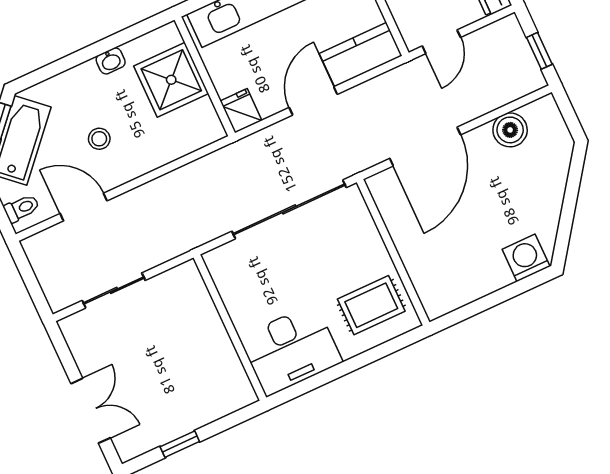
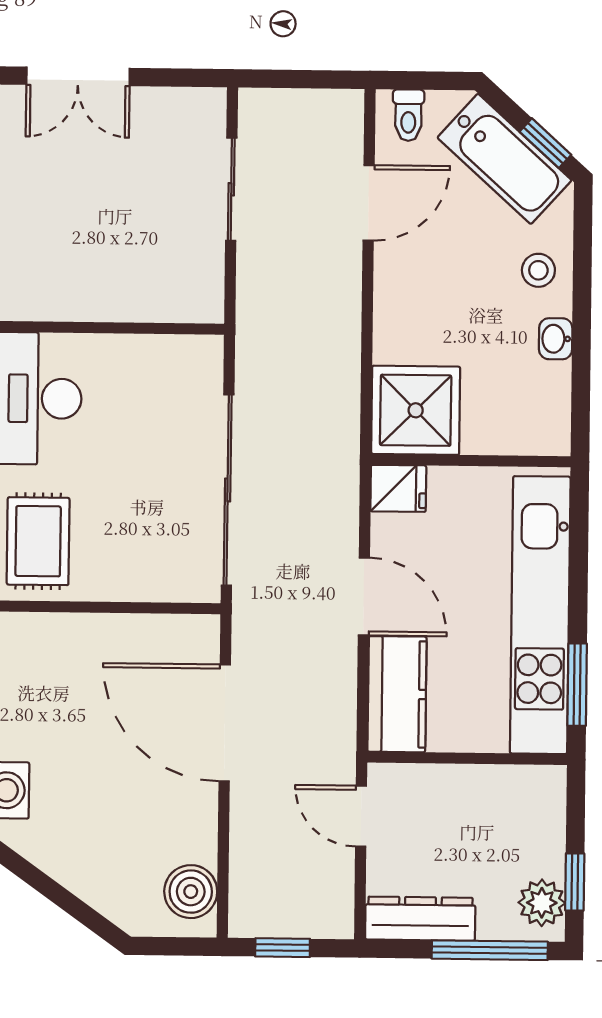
shower: (171, 80) -> (416, 410), moved
boiler: (510, 130) -> (191, 892), moved
stool: (99, 139) -> (538, 270), moved

